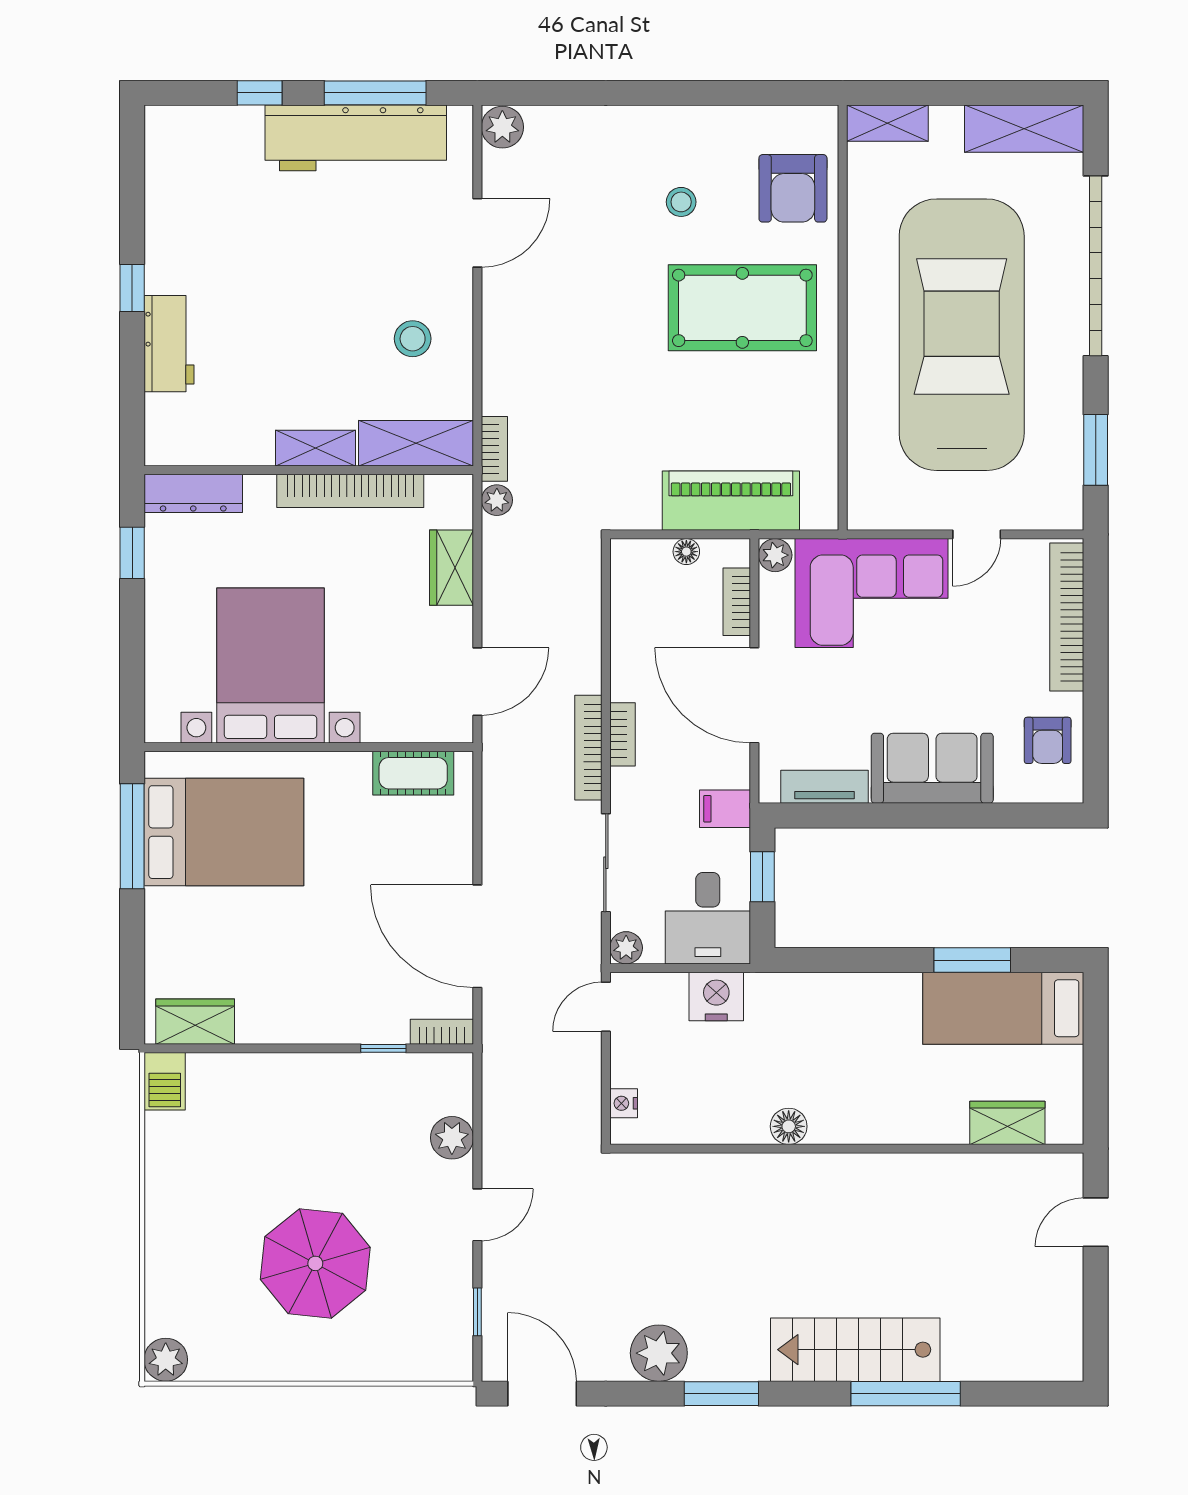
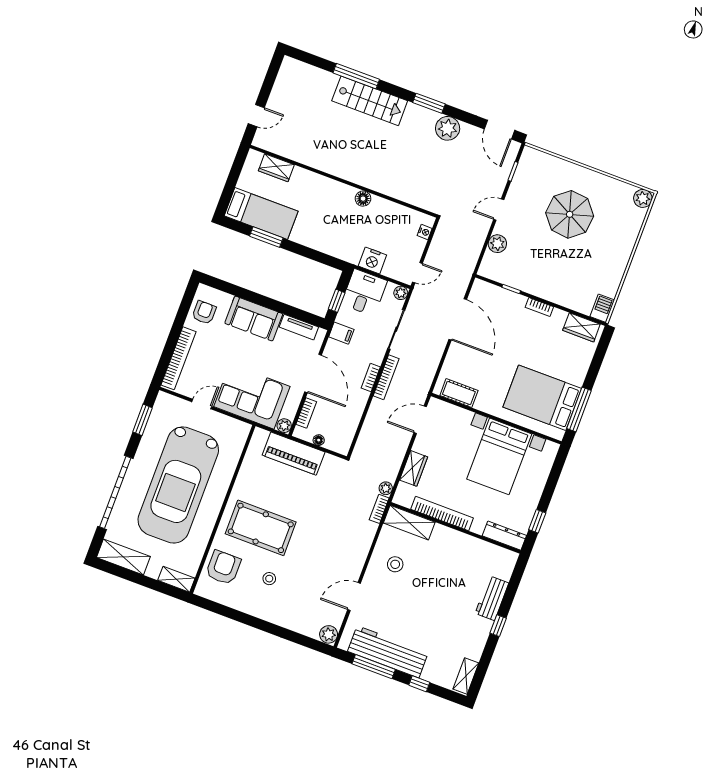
shelving: (316, 448) -> (466, 676), moved, turned 90
bookcase: (442, 1032) -> (539, 307), moved

